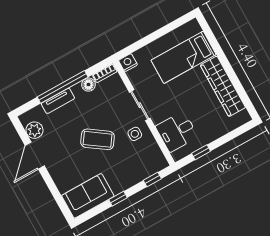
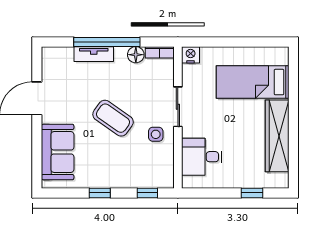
plant: (34, 130) -> (52, 71), removed
window: (201, 152) -> (252, 193), moved
sofa: (88, 196) -> (58, 152), moved, turned 90

